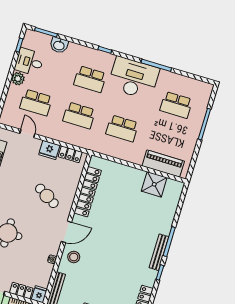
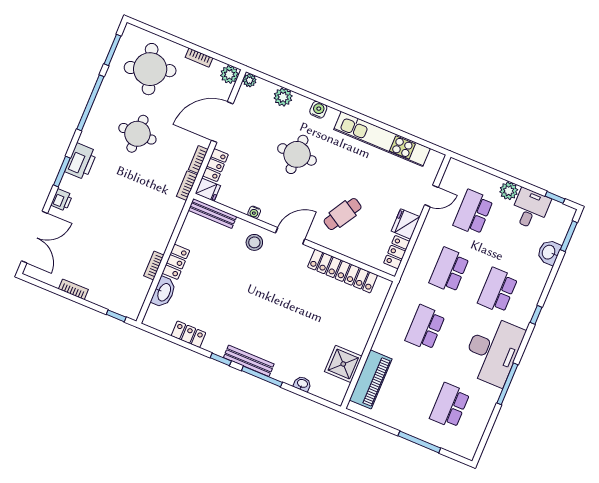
washbasin: (171, 212) -> (302, 384), added
door: (66, 232) -> (290, 236), swing flipped

